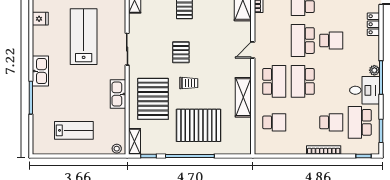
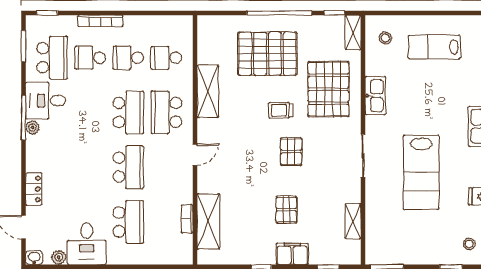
school desk: (331, 41) -> (128, 58), moved
stool: (117, 149) -> (385, 38), moved

